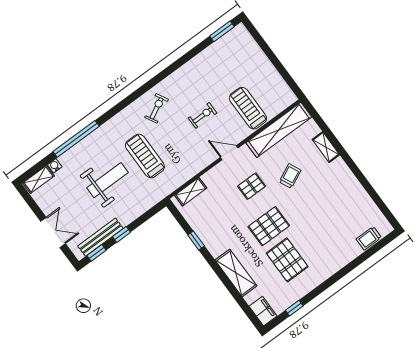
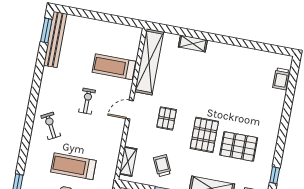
bench: (222, 45) -> (55, 40), added
trolley: (290, 176) -> (162, 166), moved

